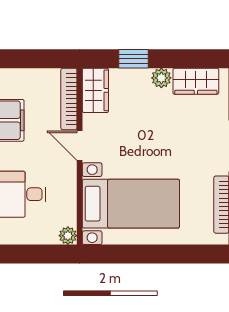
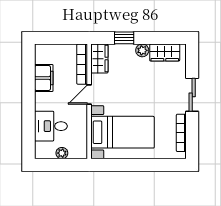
door: (80, 146) -> (89, 95), hinge flipped
plant: (68, 236) -> (62, 153), moved

